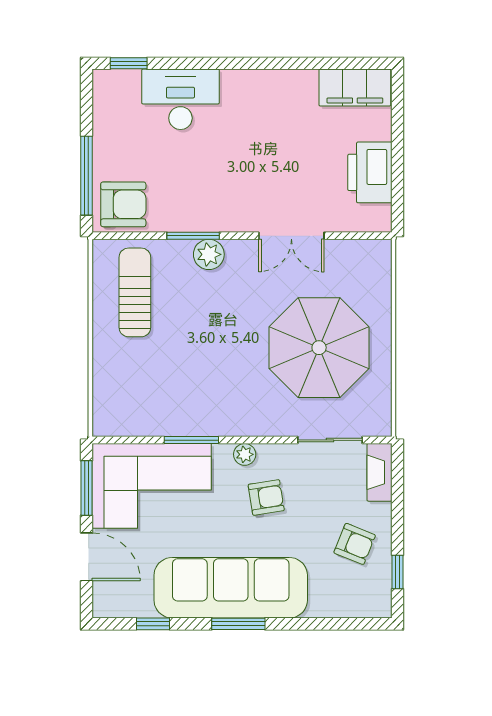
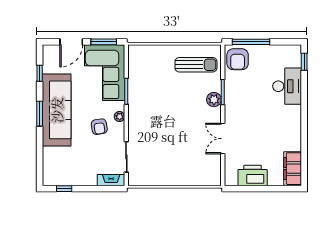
parasol: (319, 348) -> (170, 152), removed
armchair: (355, 544) -> (77, 168), removed

